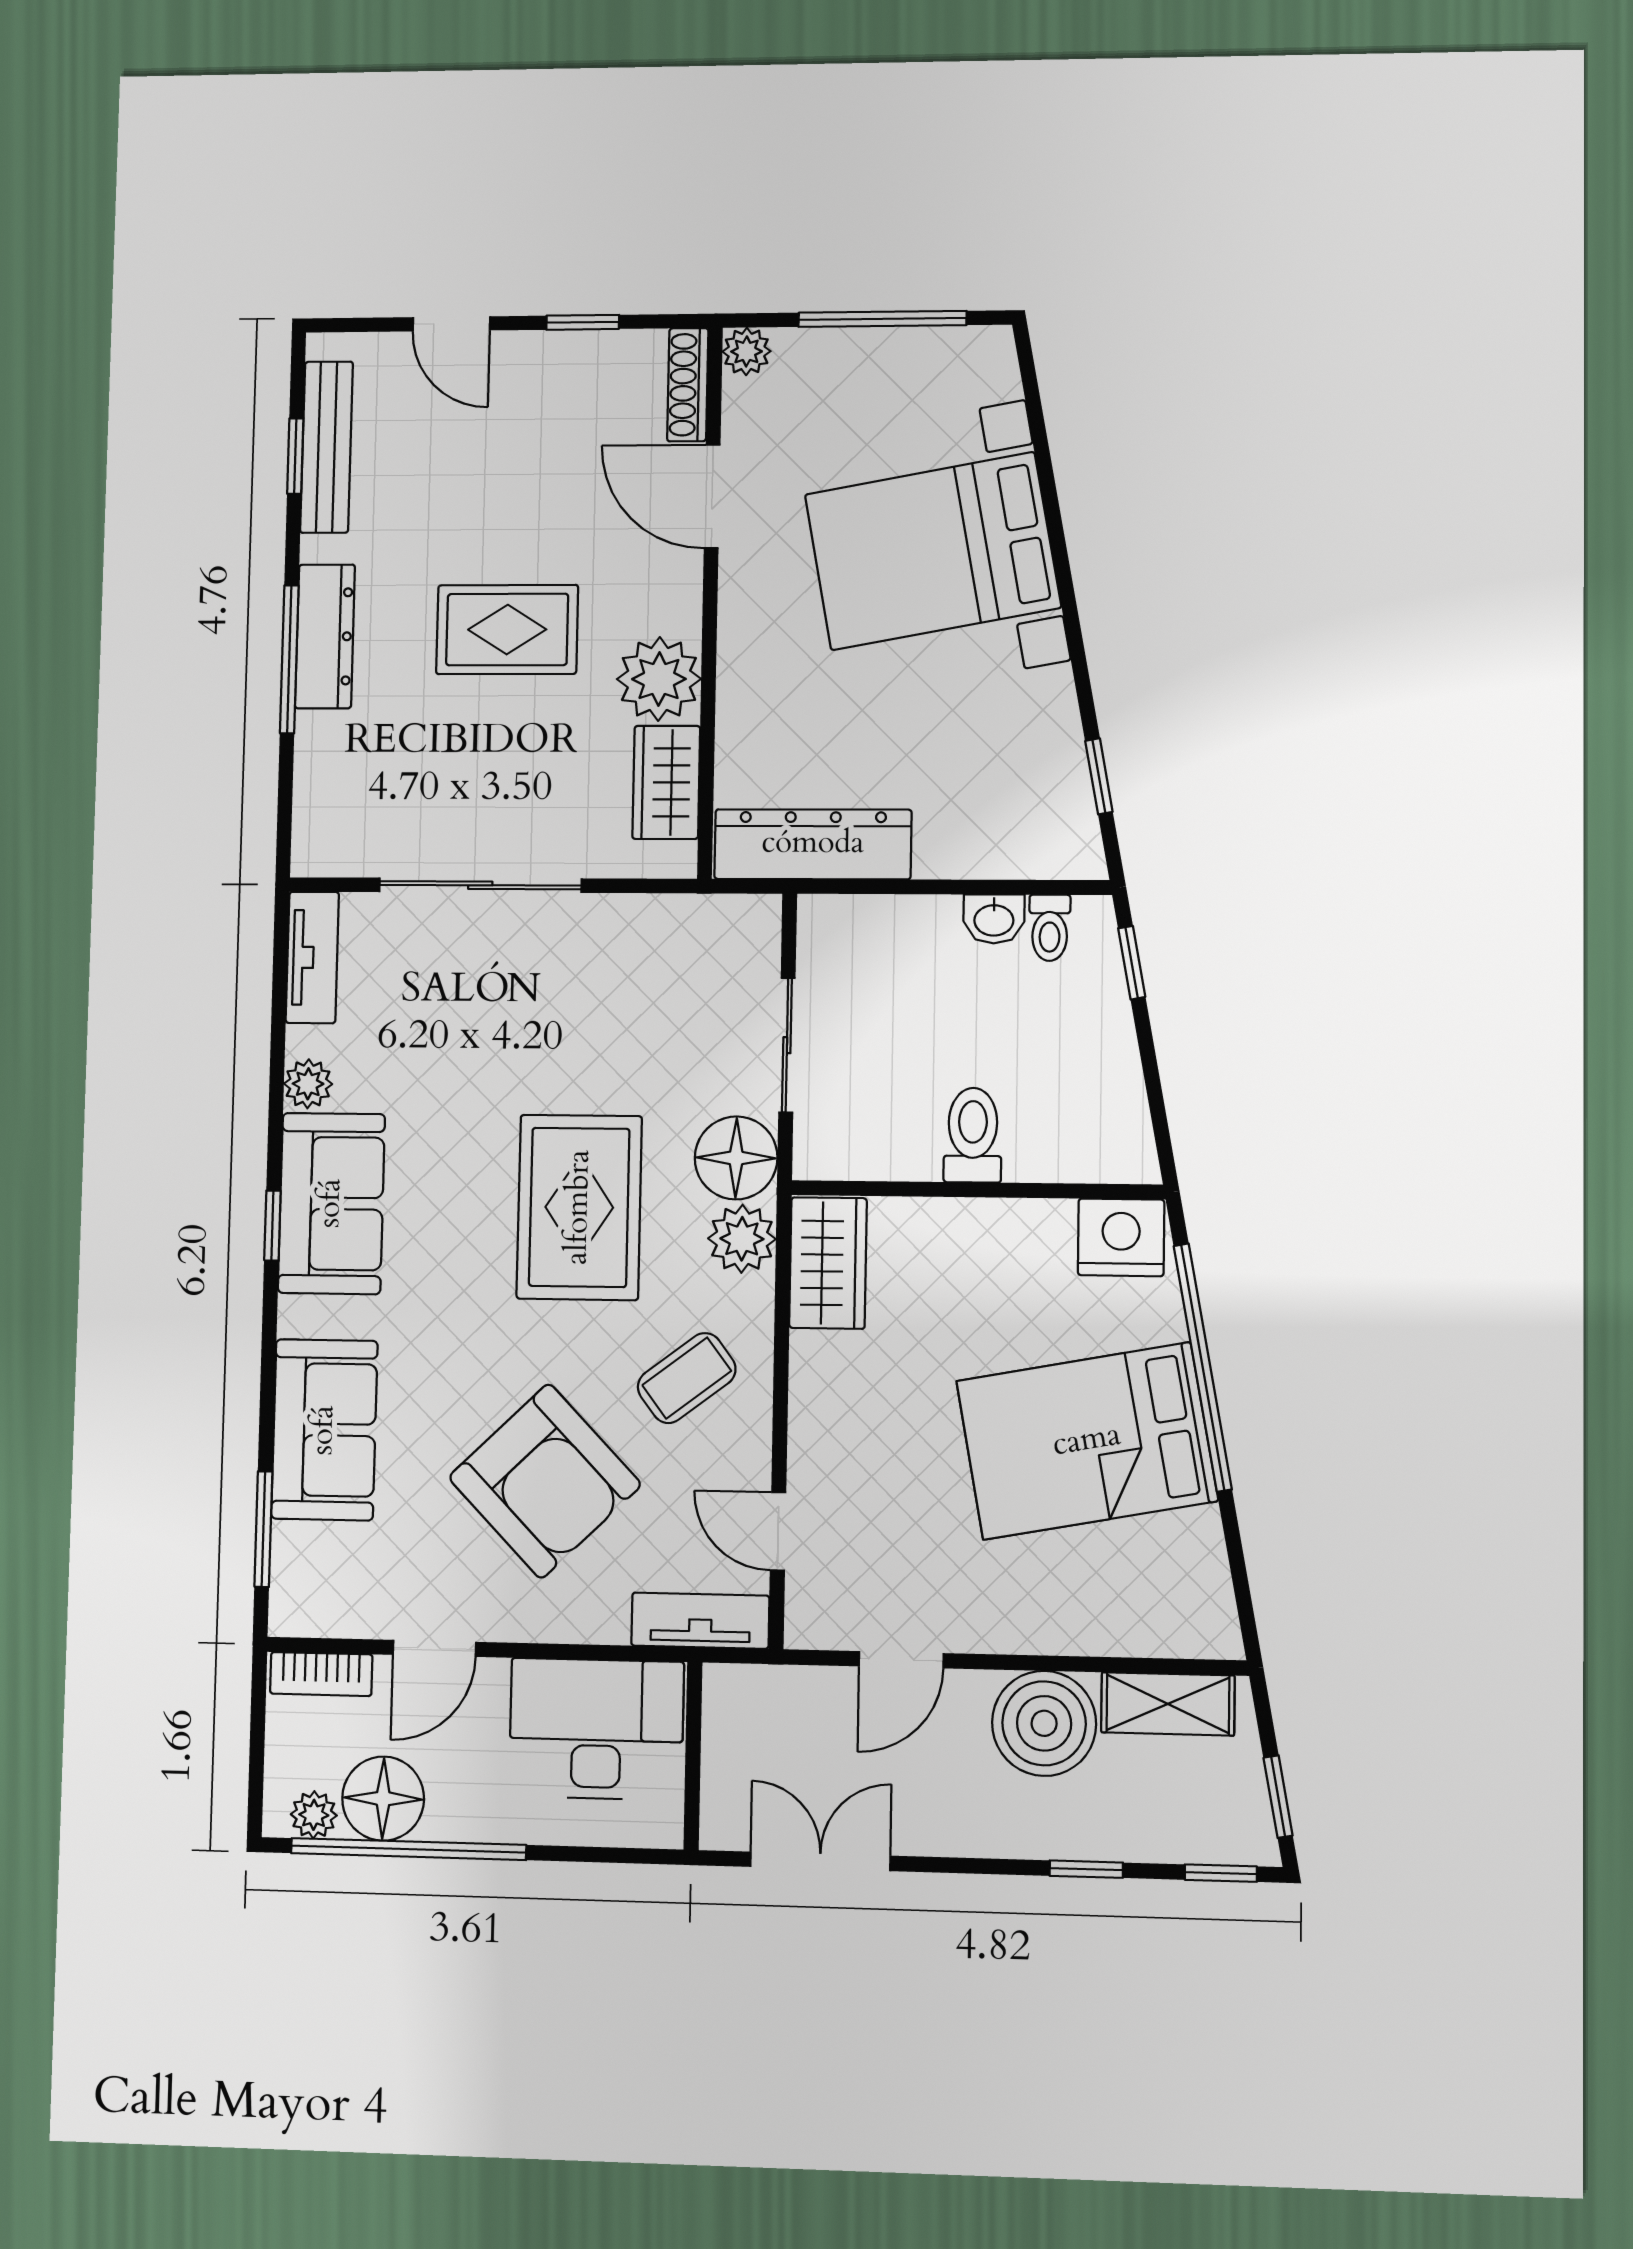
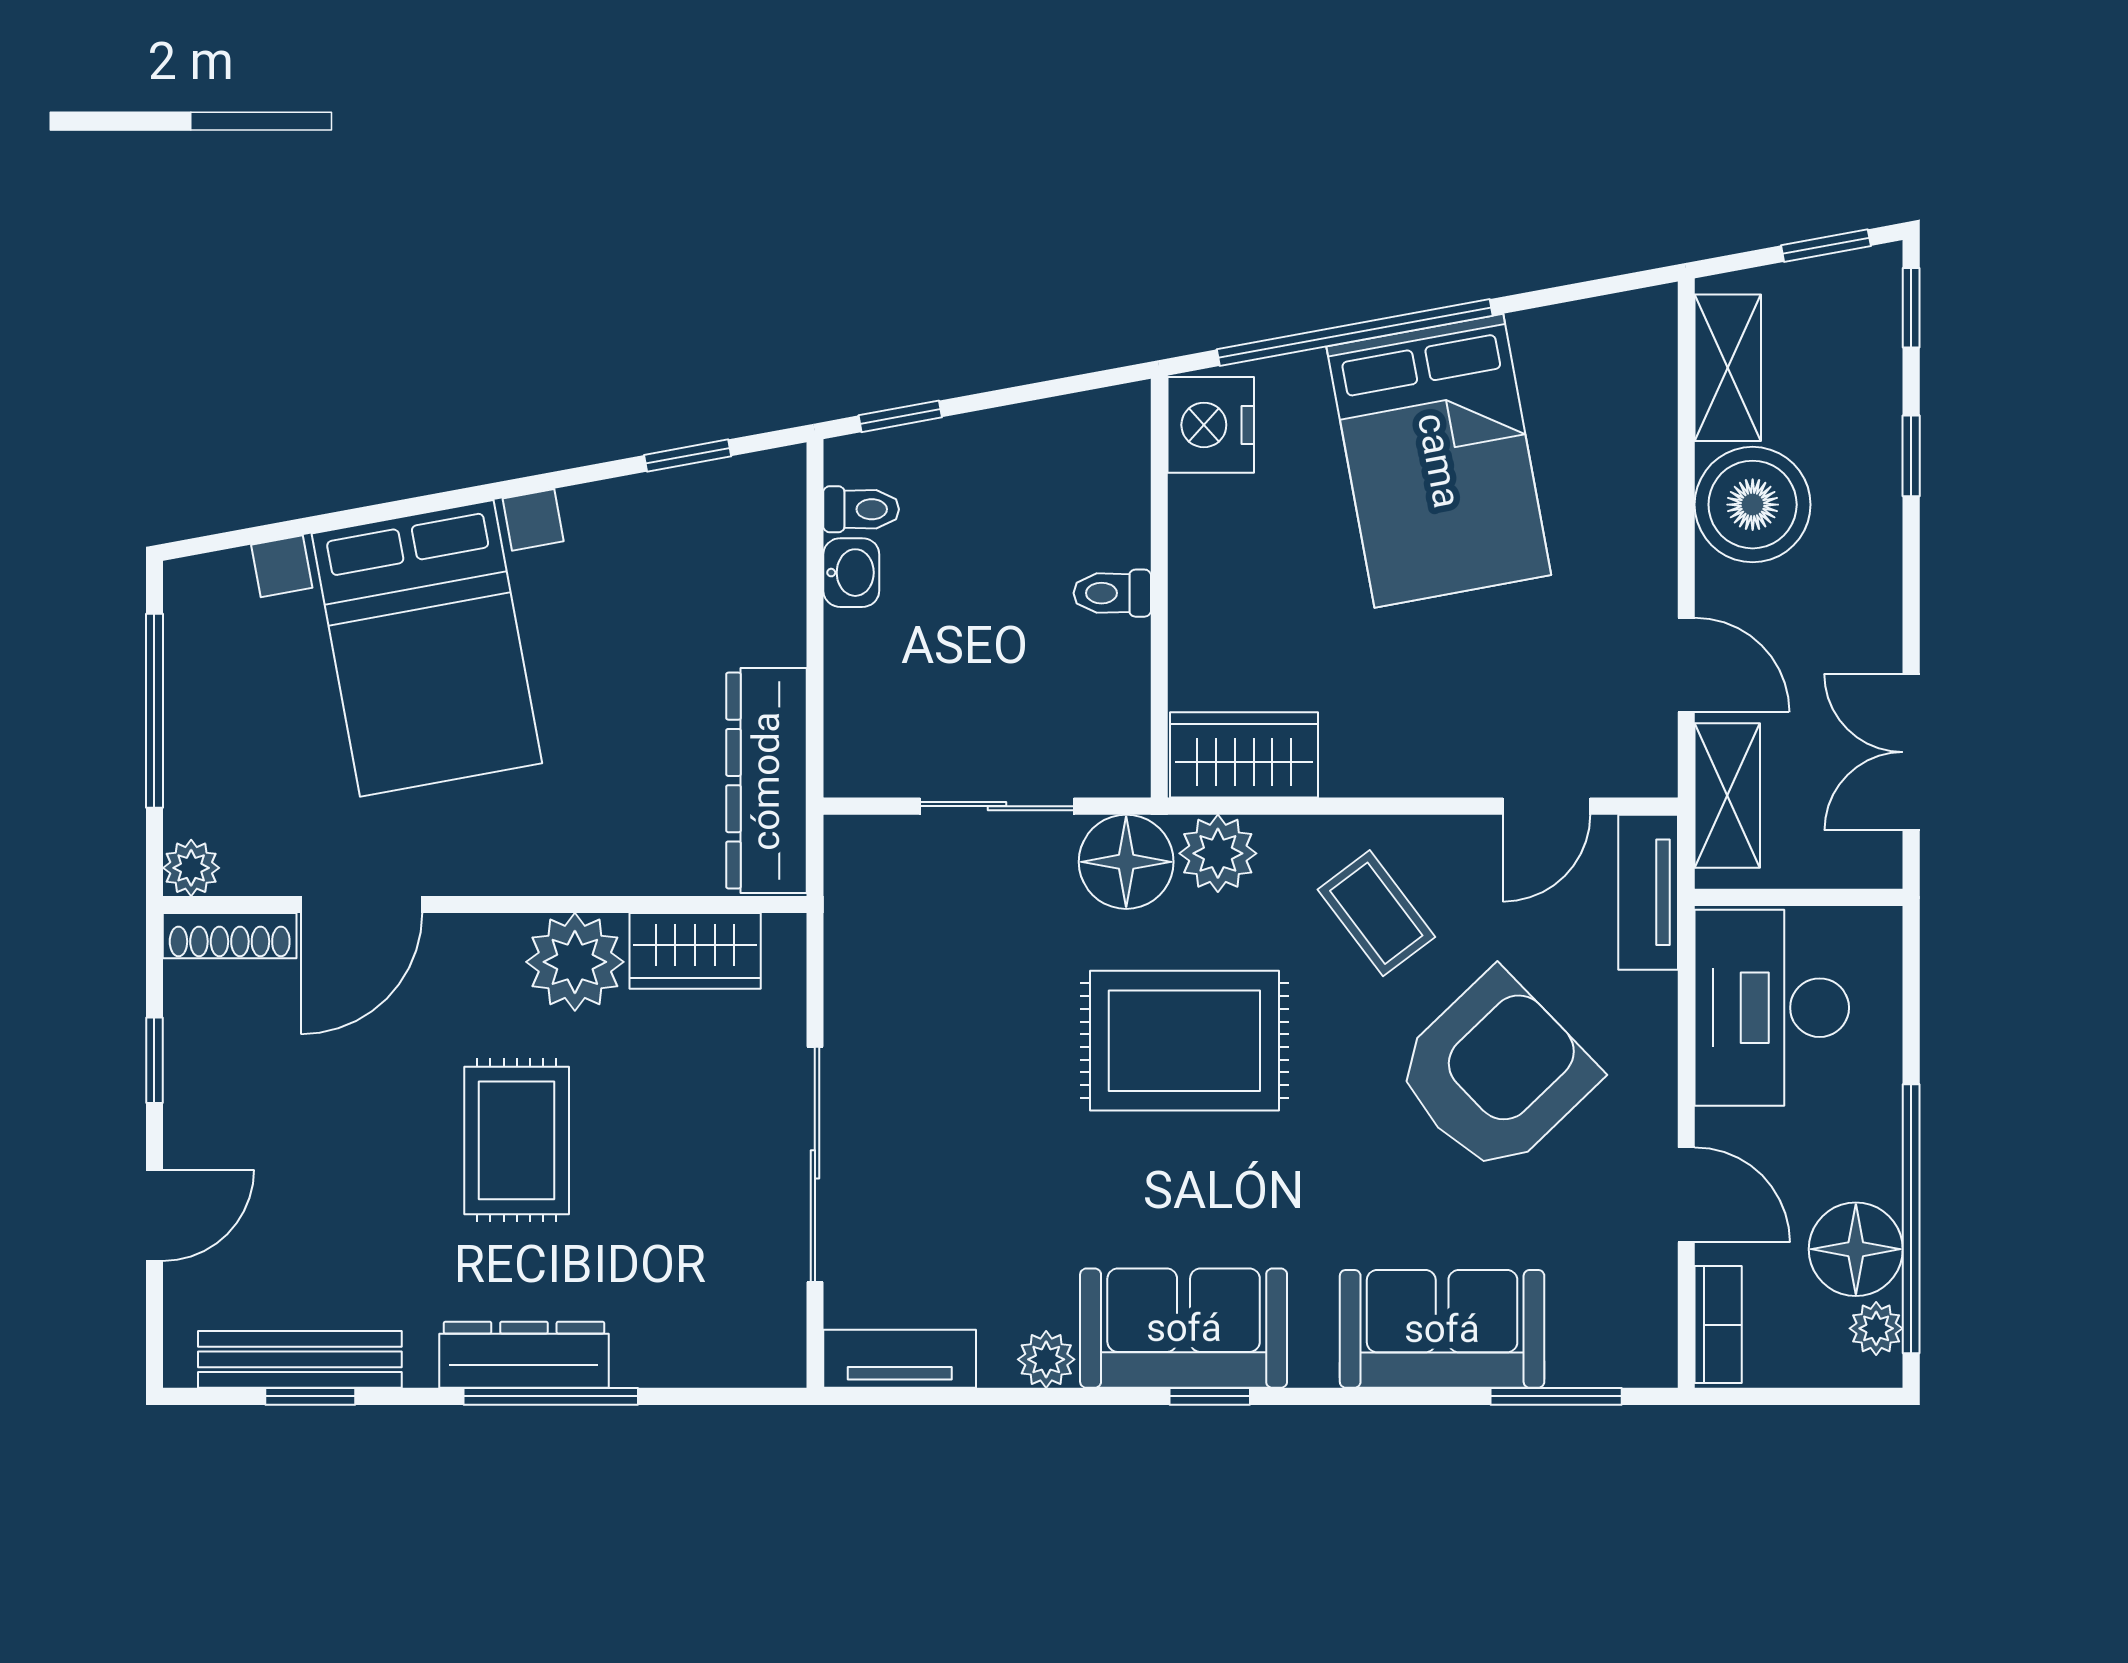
toilet: (973, 1135) -> (1112, 593), width x0.73, depth x0.72
shelving: (784, 1694) -> (1727, 795), added

